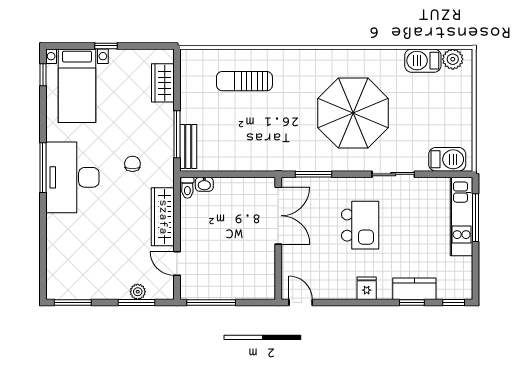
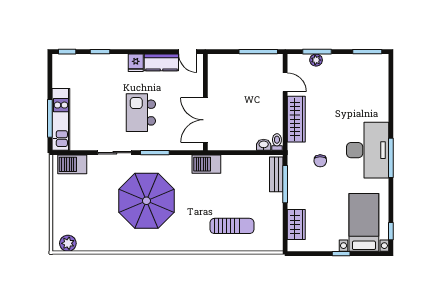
barbecue: (423, 61) -> (206, 164), moved, turned 180
window: (314, 174) -> (155, 153), moved
kitchen counter: (414, 289) -> (161, 62), moved

